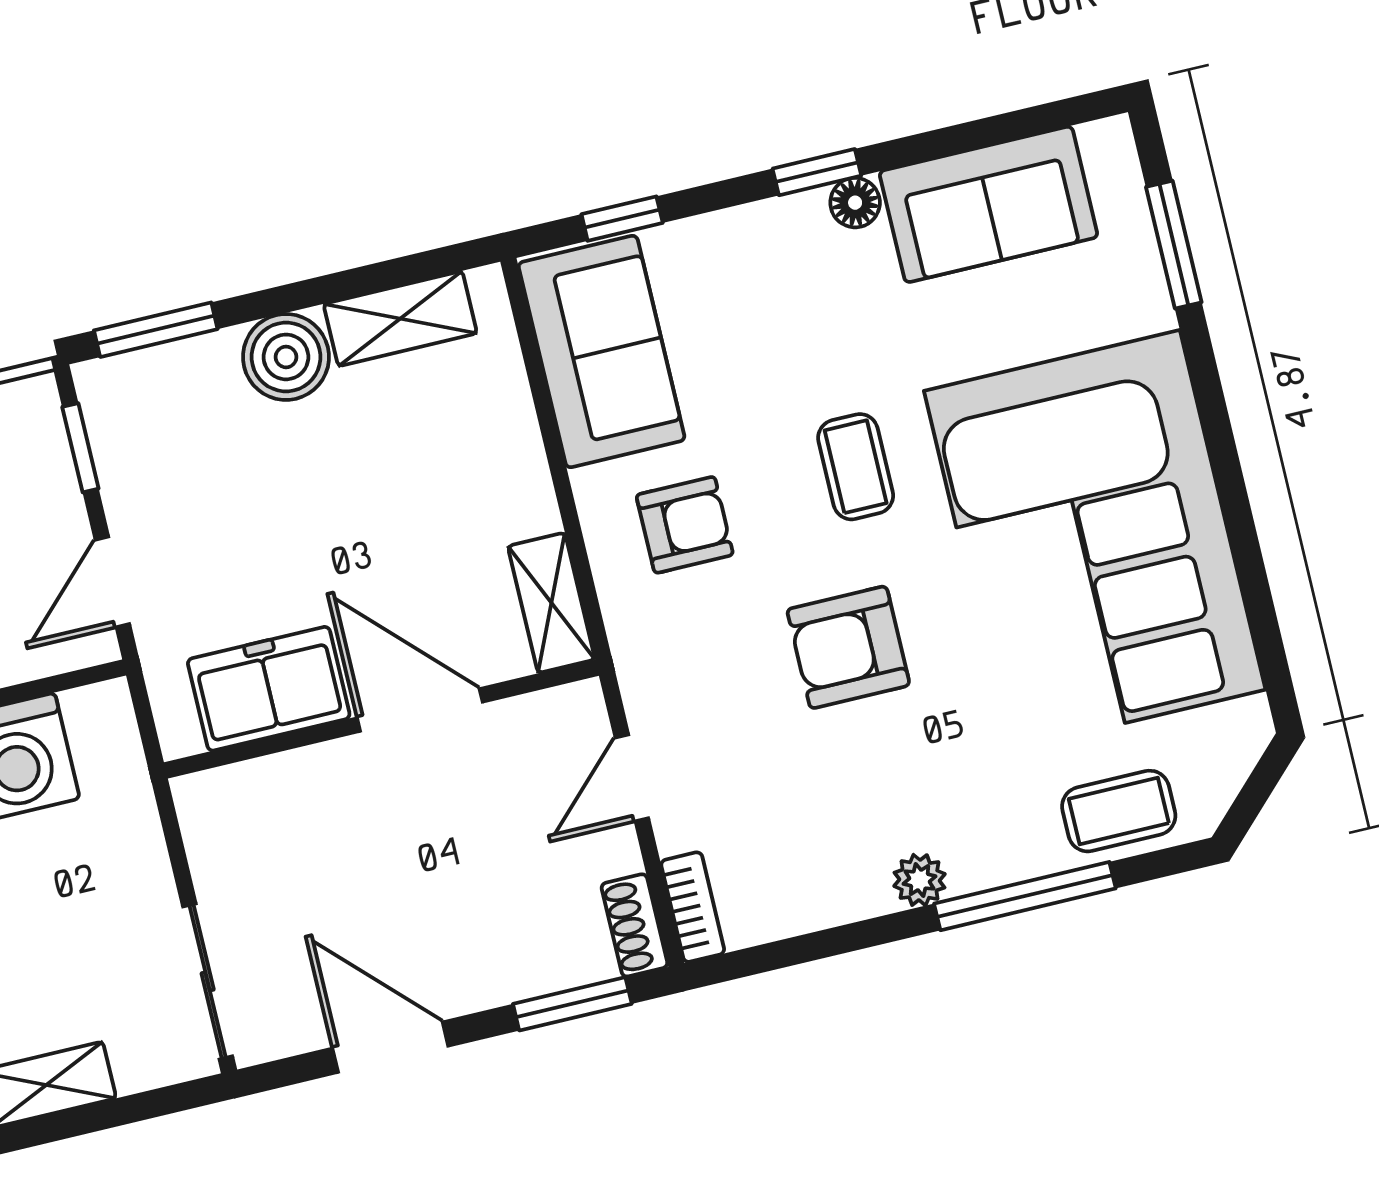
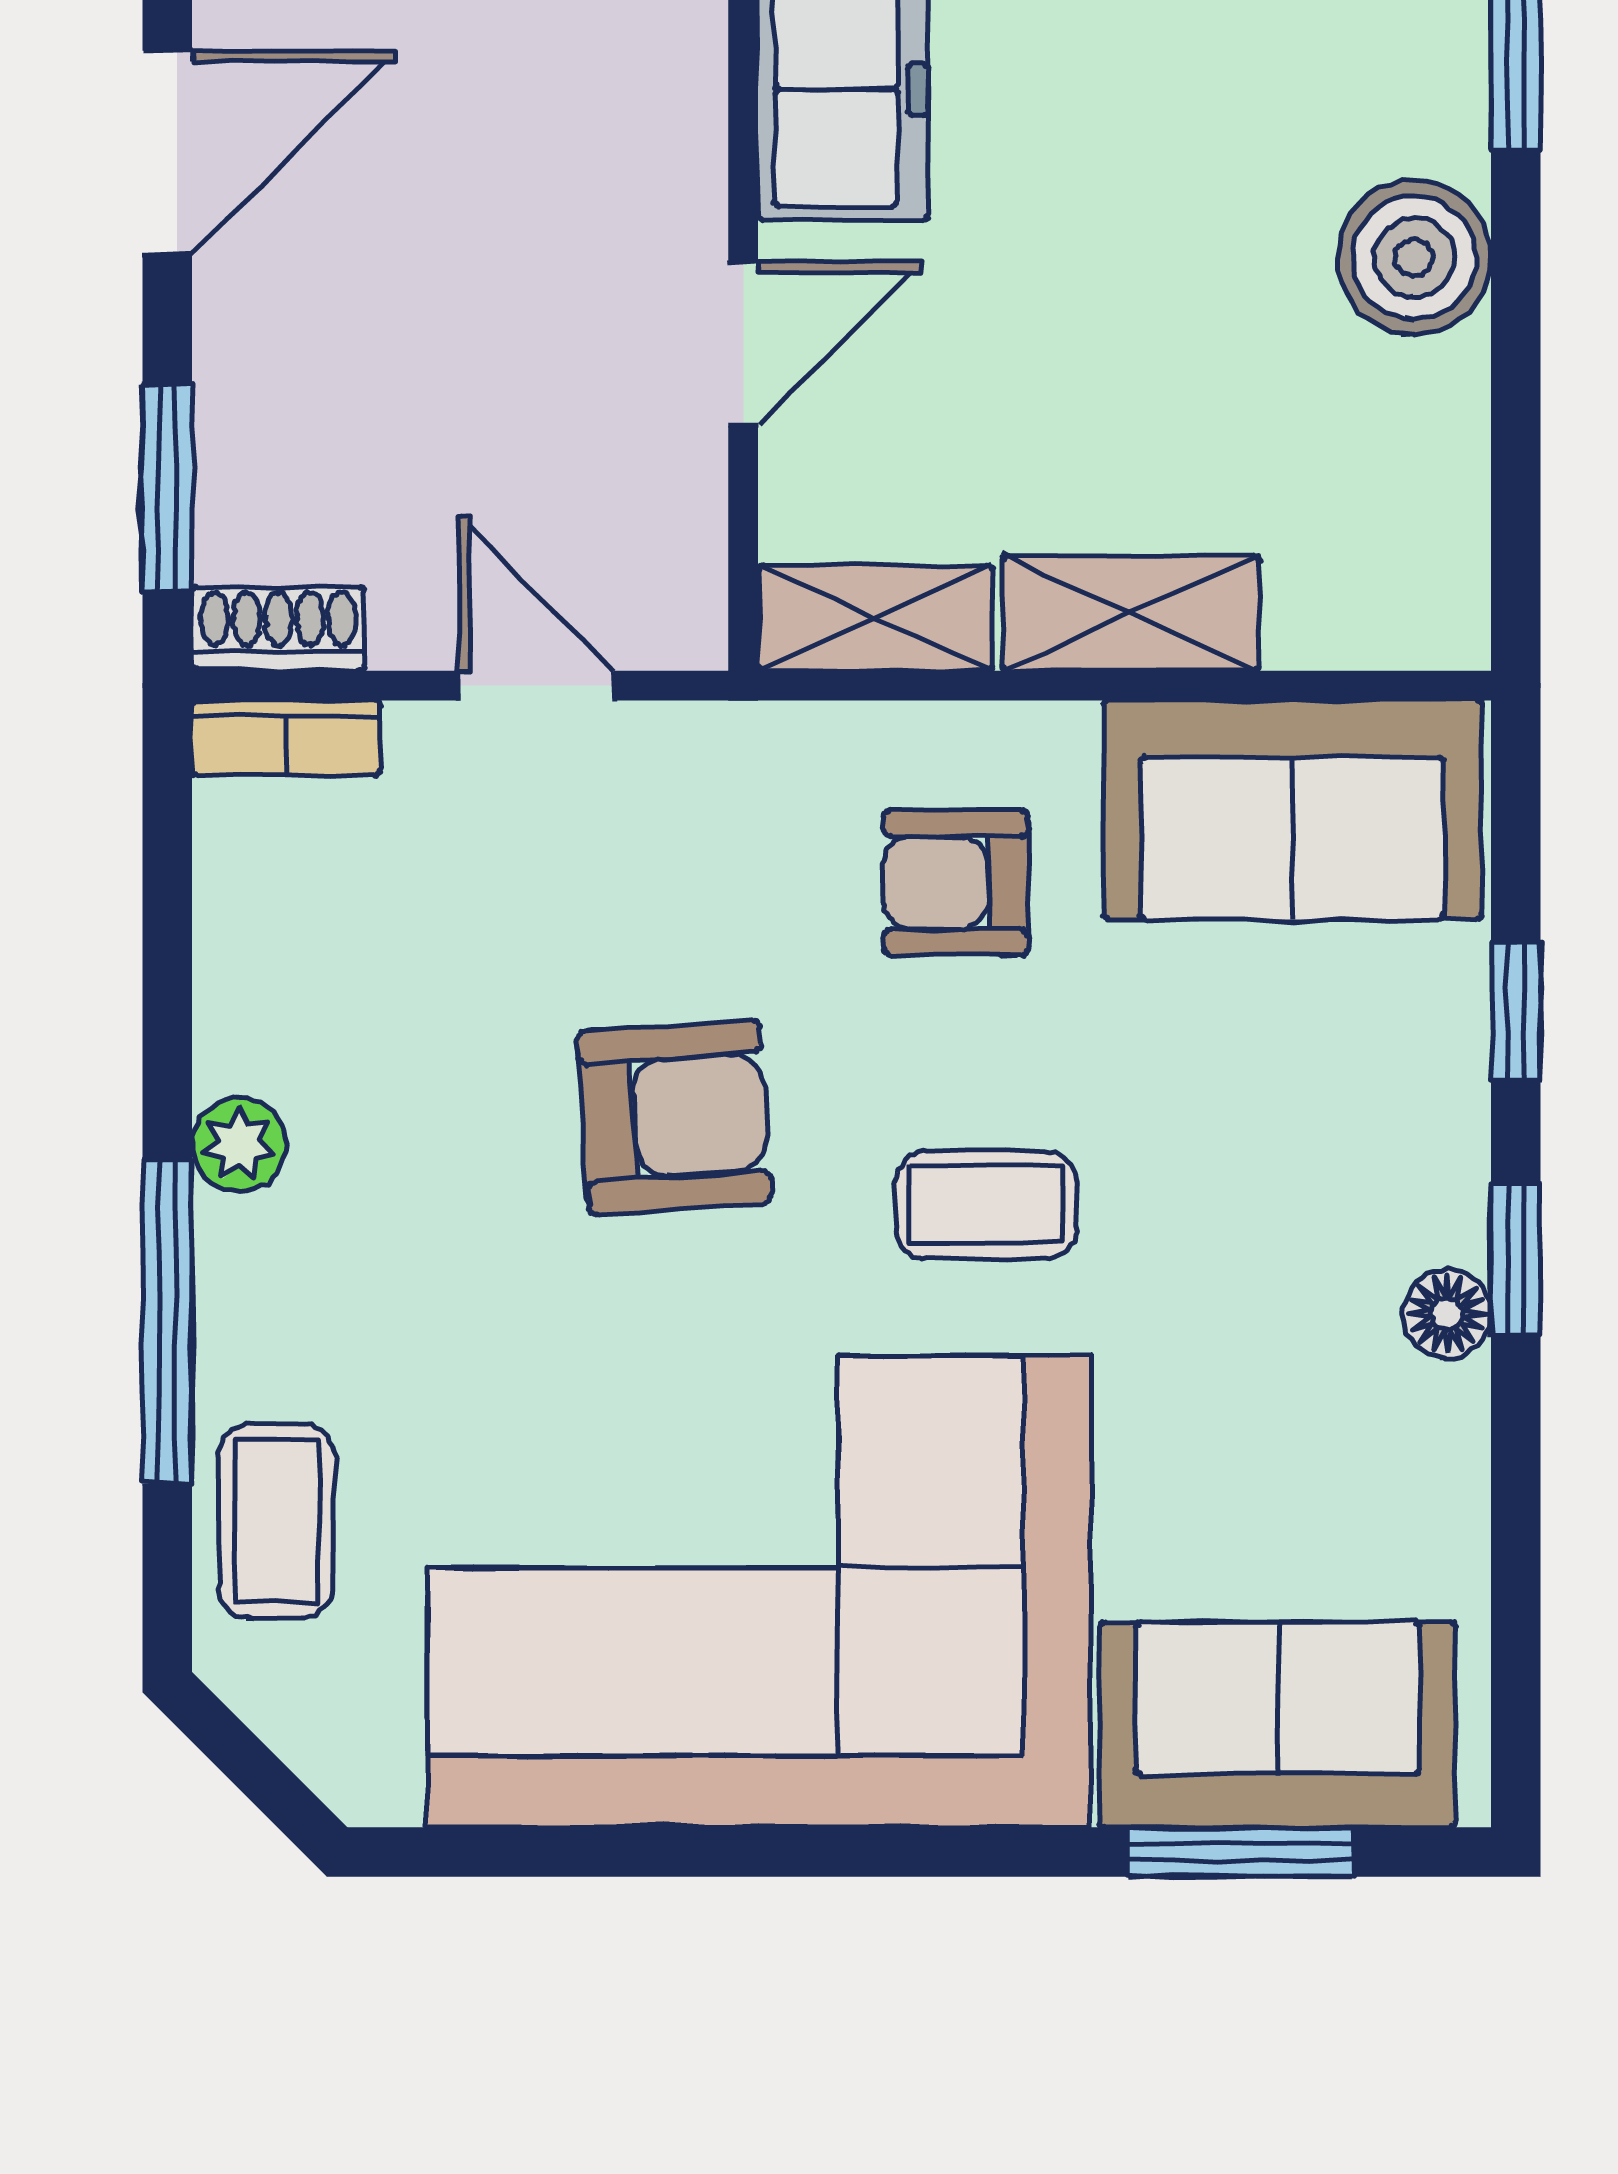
sofa: (989, 204) -> (1278, 1725), moved, turned 90
window: (622, 219) -> (1516, 1011), moved
shelving: (400, 319) -> (1131, 613), moved, turned 90
armchair: (685, 525) -> (956, 883), turned 90
armchair: (848, 647) -> (674, 1117), turned 86
door: (420, 710) -> (743, 344), width x0.73

